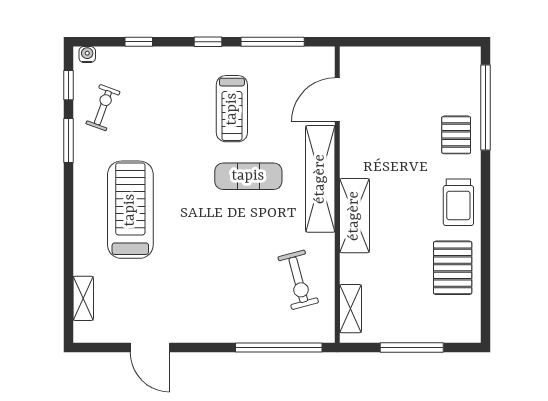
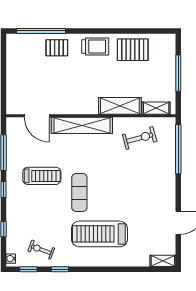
window: (69, 140) -> (60, 269), width x0.67
exercise mat: (248, 176) -> (79, 193), moved
shelving: (354, 216) -> (120, 106), moved
shelving: (83, 298) -> (163, 261), moved

